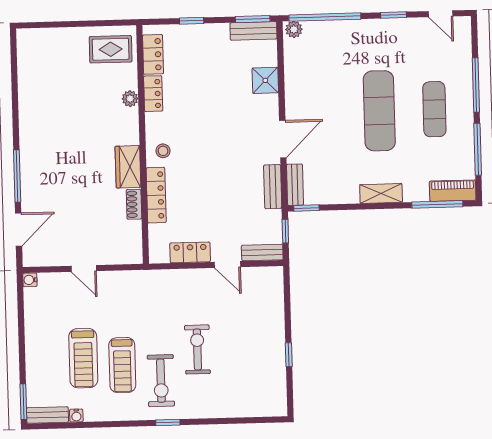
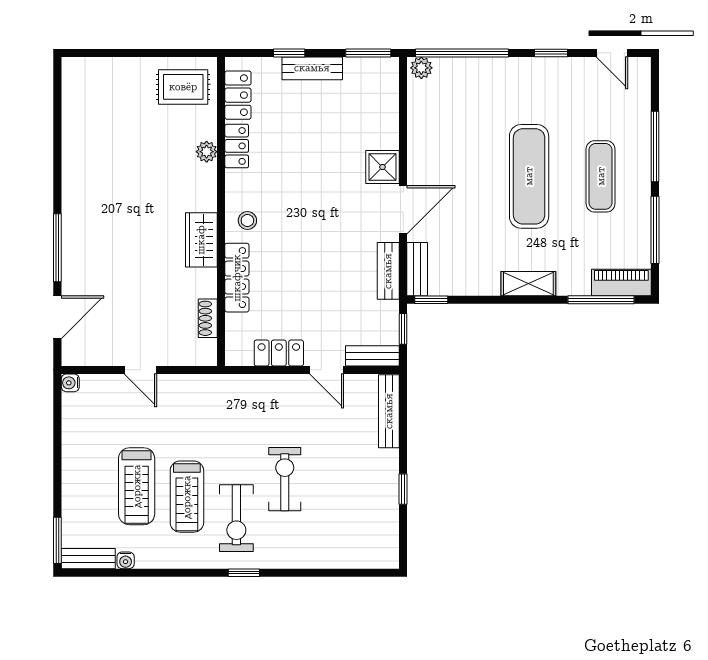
bench: (253, 31) -> (312, 68), moved
shower: (265, 80) -> (382, 167), moved
shoe rack: (134, 204) -> (208, 318), moved
bench: (276, 295) -> (389, 411), added

